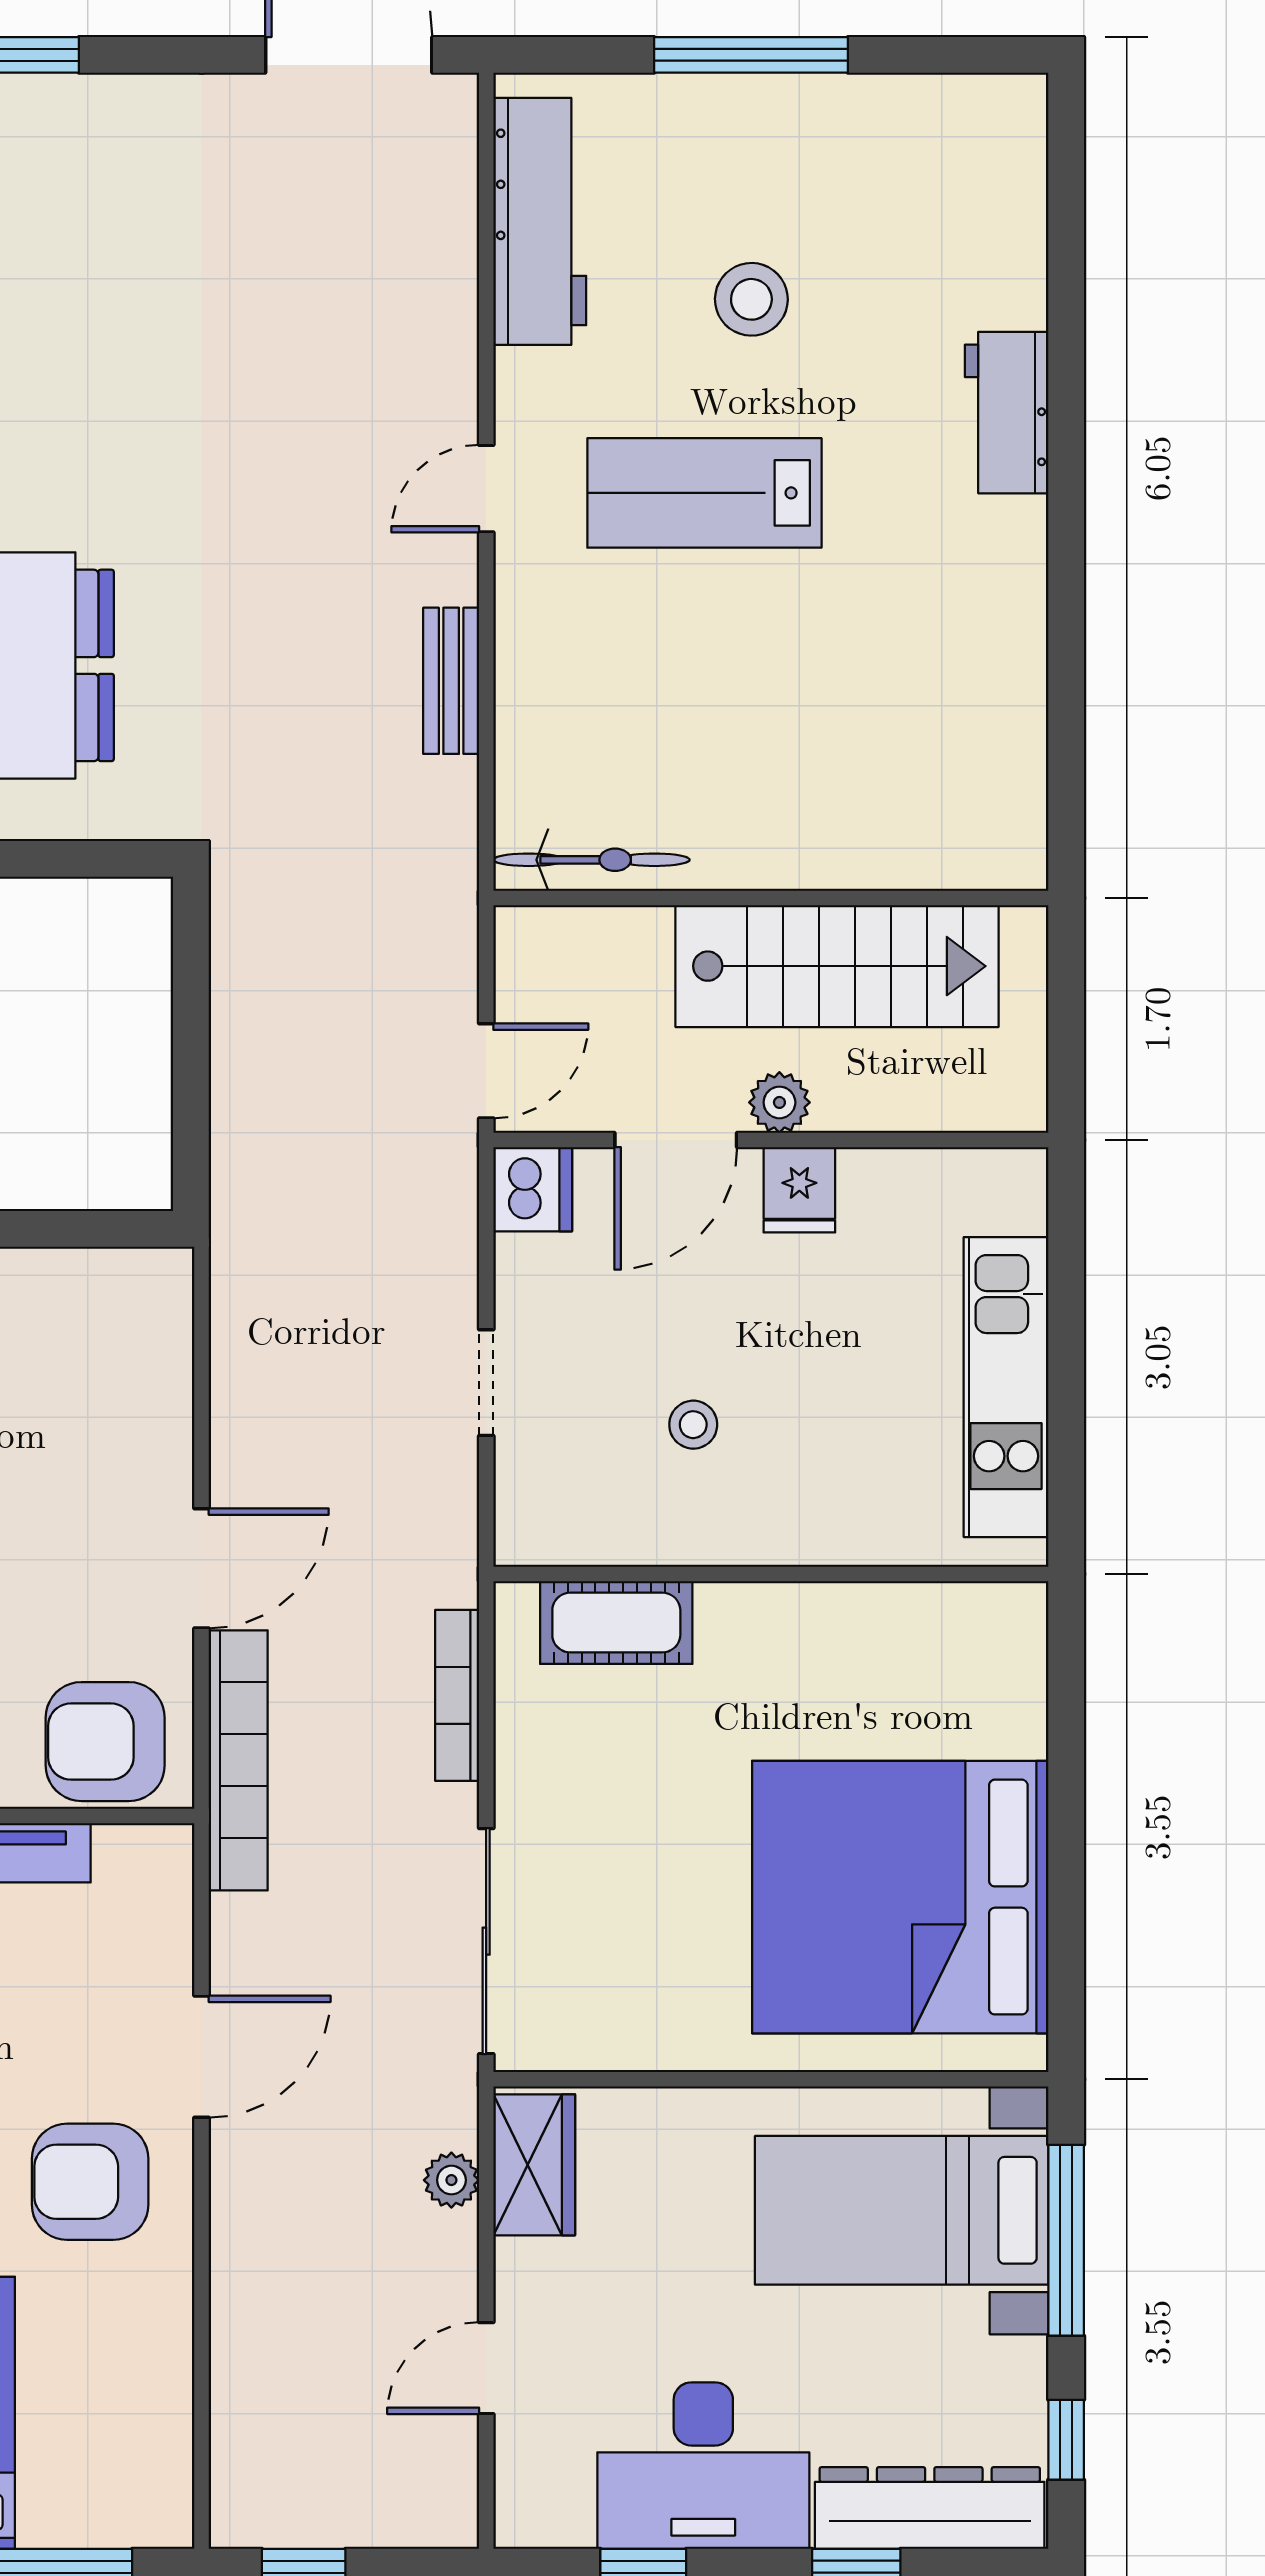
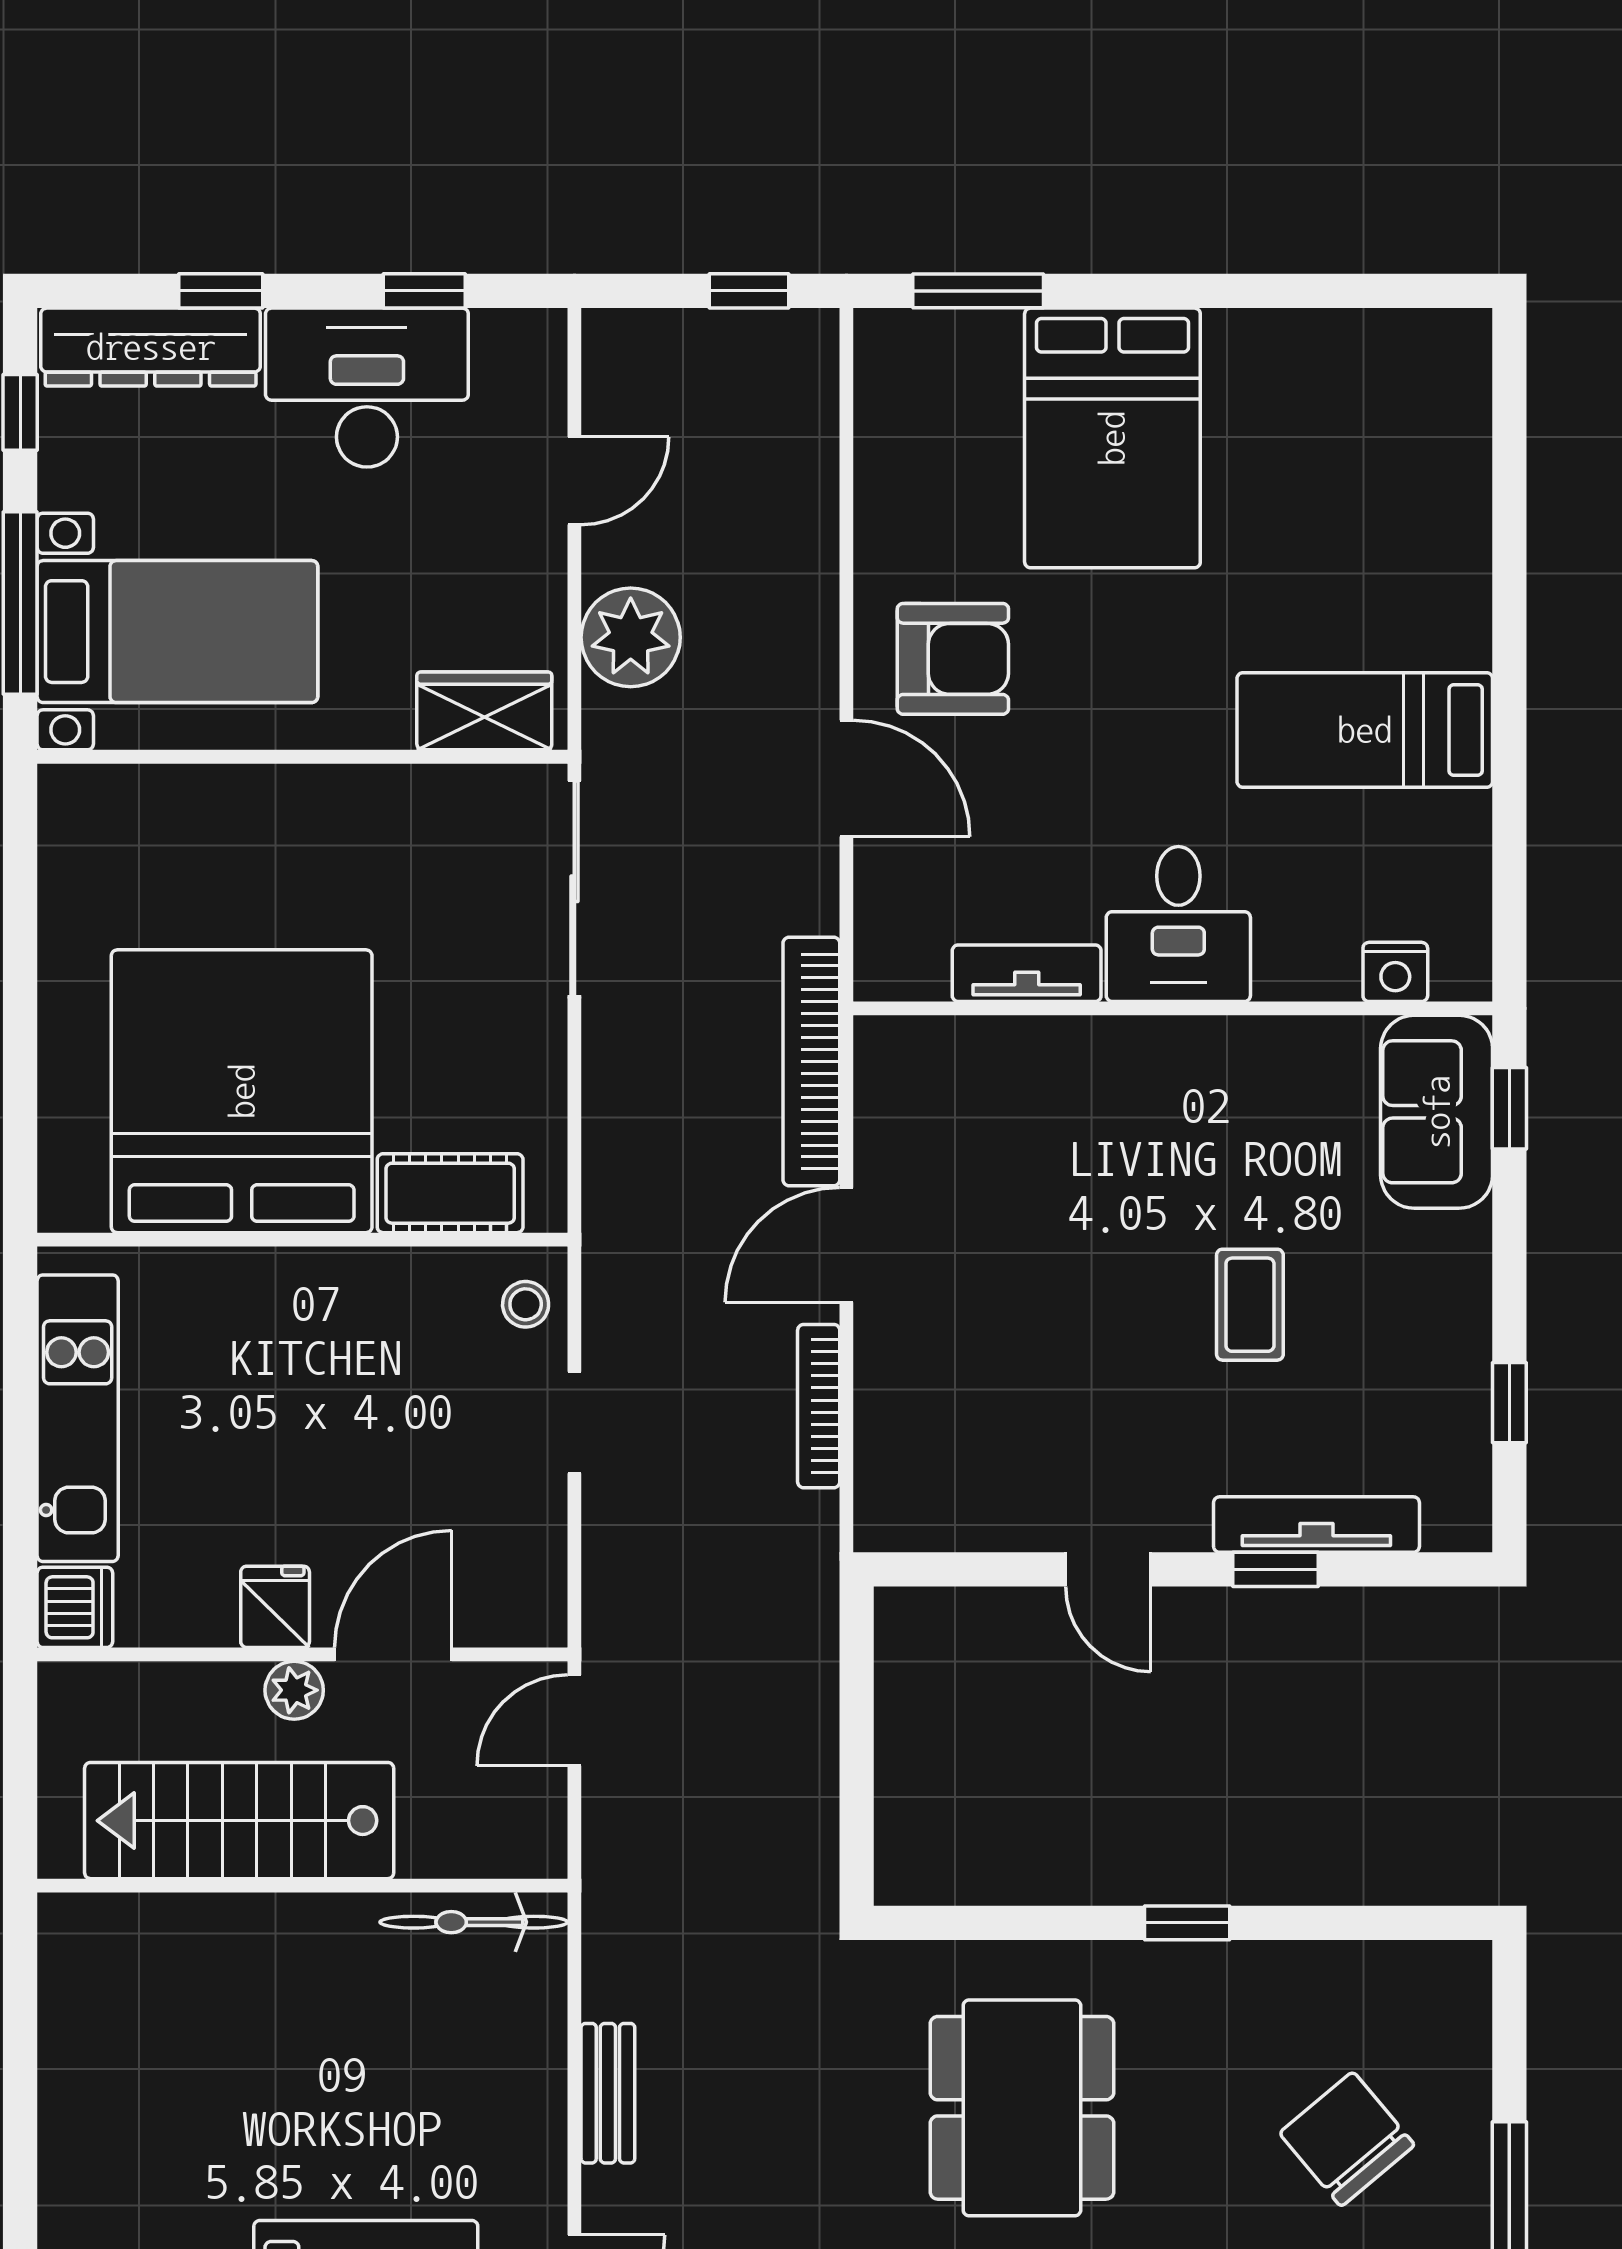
dishwasher: (533, 1189) -> (75, 1607), moved, turned 180
stool: (693, 1425) -> (526, 1304), moved
bookcase: (457, 1695) -> (819, 1406), moved, turned 180
armchair: (105, 1742) -> (939, 1079), removed
bed: (900, 1897) -> (242, 1091), moved, turned -90
door: (202, 2057) -> (846, 778), swing flipped
wardrobe: (534, 2165) -> (484, 711), moved, turned 90
plant: (451, 2180) -> (631, 637), width x1.87, depth x1.87

